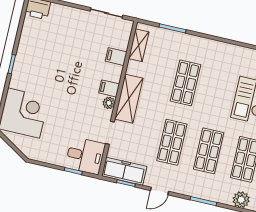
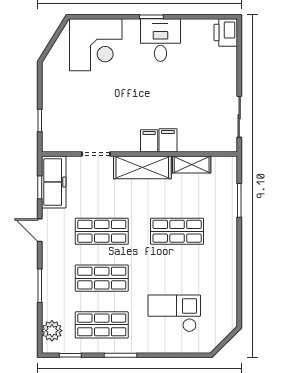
shelving: (139, 45) -> (192, 164), moved
filing cabinet: (116, 57) -> (168, 140), moved
plant: (109, 103) -> (132, 145), removed
desk: (85, 156) -> (160, 40), moved, turned 180

